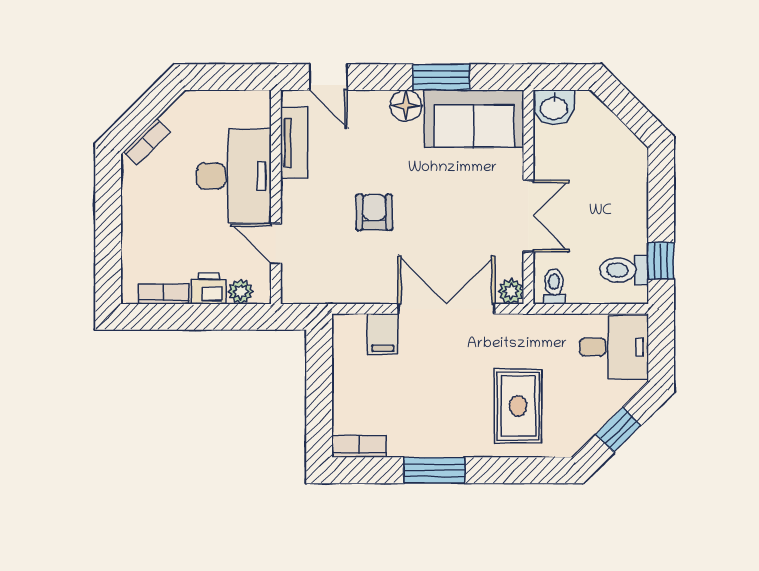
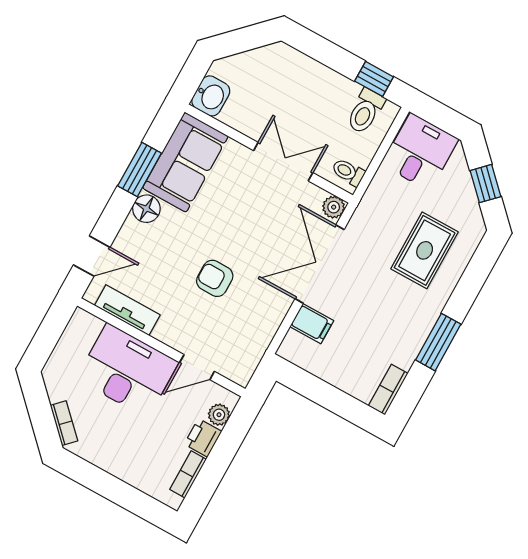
rug: (518, 406) -> (425, 250), turned 90

